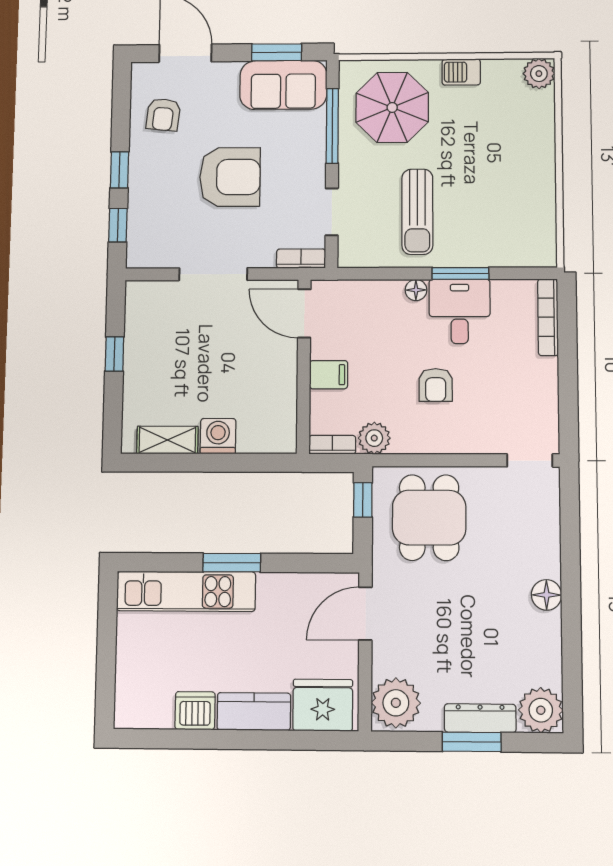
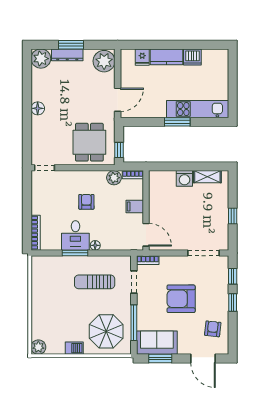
sun lounger: (417, 212) -> (95, 282), turned -90
doorway: (213, 274) -> (203, 253), moved
fridge: (323, 705) -> (142, 57), width x0.53, depth x0.75

